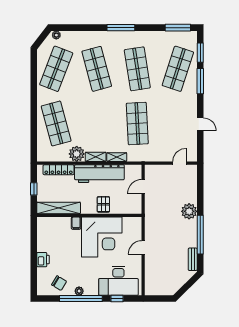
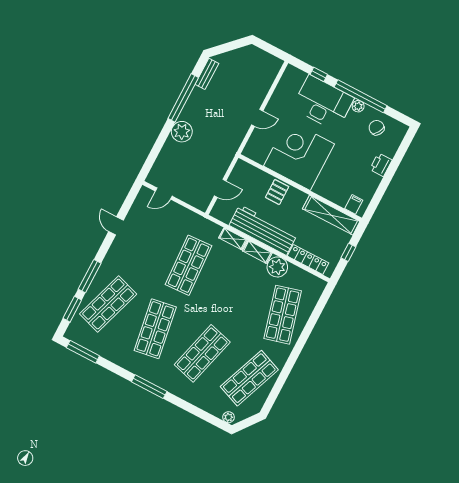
shop shelf: (97, 69) -> (202, 353), turned 30
filing cabinet: (76, 223) -> (354, 204), moved
desk: (118, 281) -> (323, 103), moved

